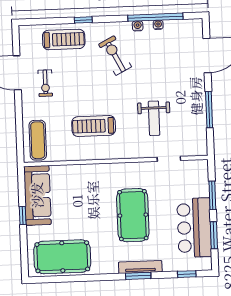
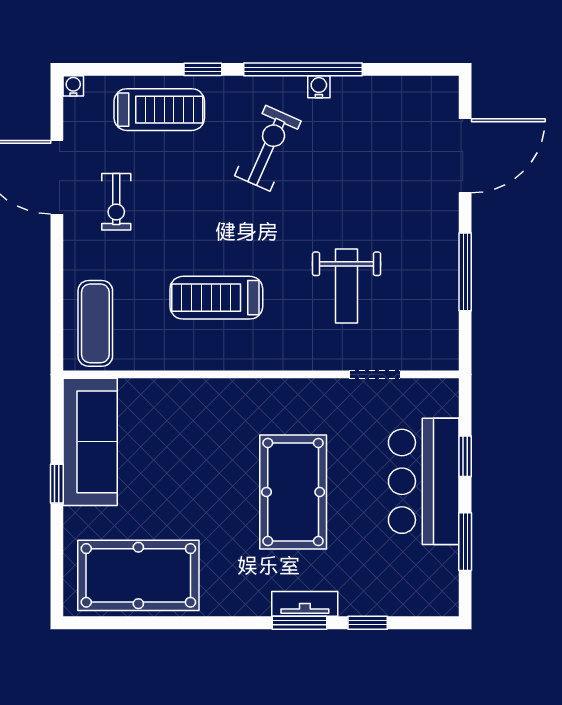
window: (155, 17) -> (303, 69), moved
water cooler: (158, 25) -> (73, 86), moved
exercise bike: (115, 56) -> (268, 148), turned 51
window: (212, 195) -> (465, 456), width x0.67
bar counter: (194, 228) -> (424, 481), moved
tv unit: (140, 267) -> (305, 604), width x0.71
window: (187, 274) -> (368, 623), moved

